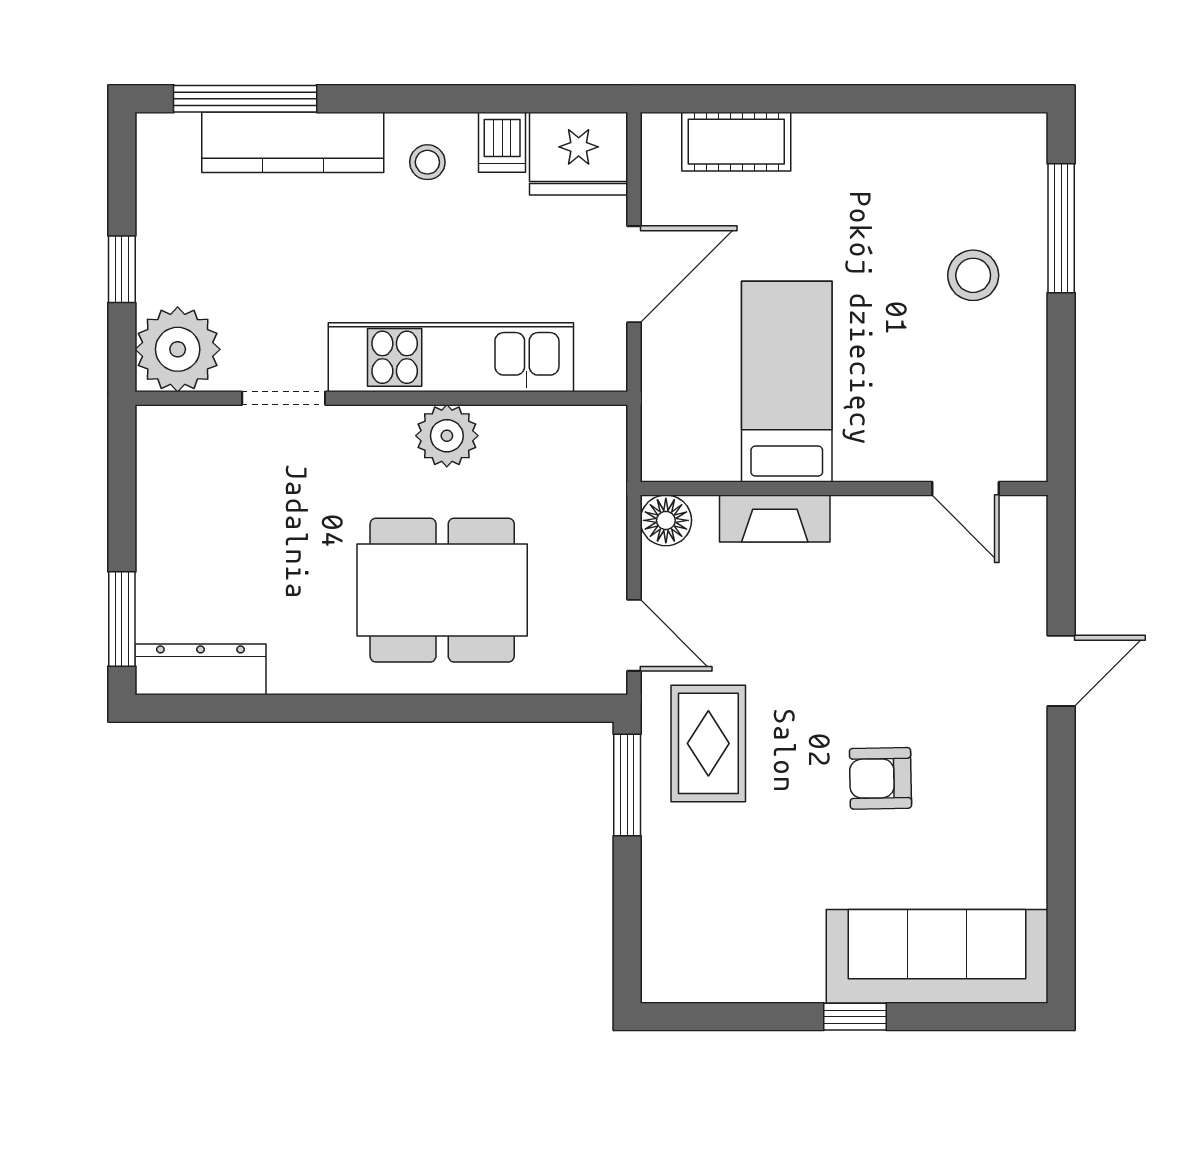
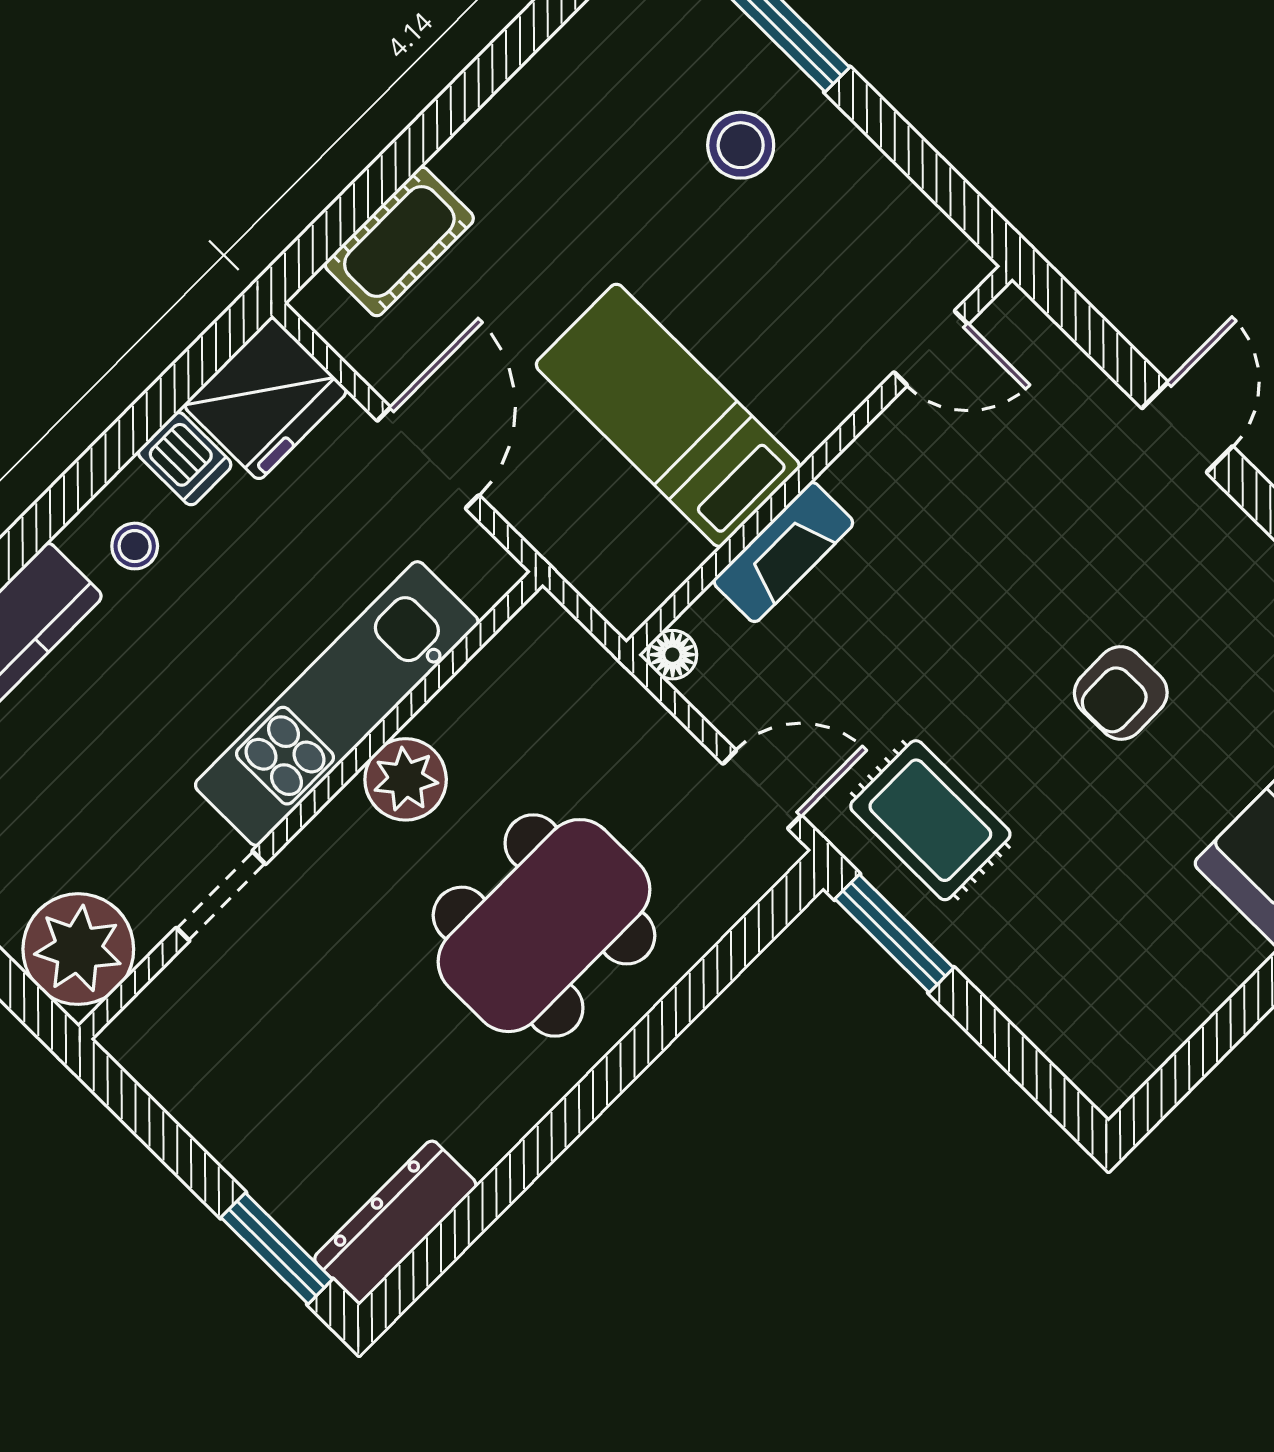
floor lamp: (666, 520) -> (672, 655), width x0.73, depth x0.73

